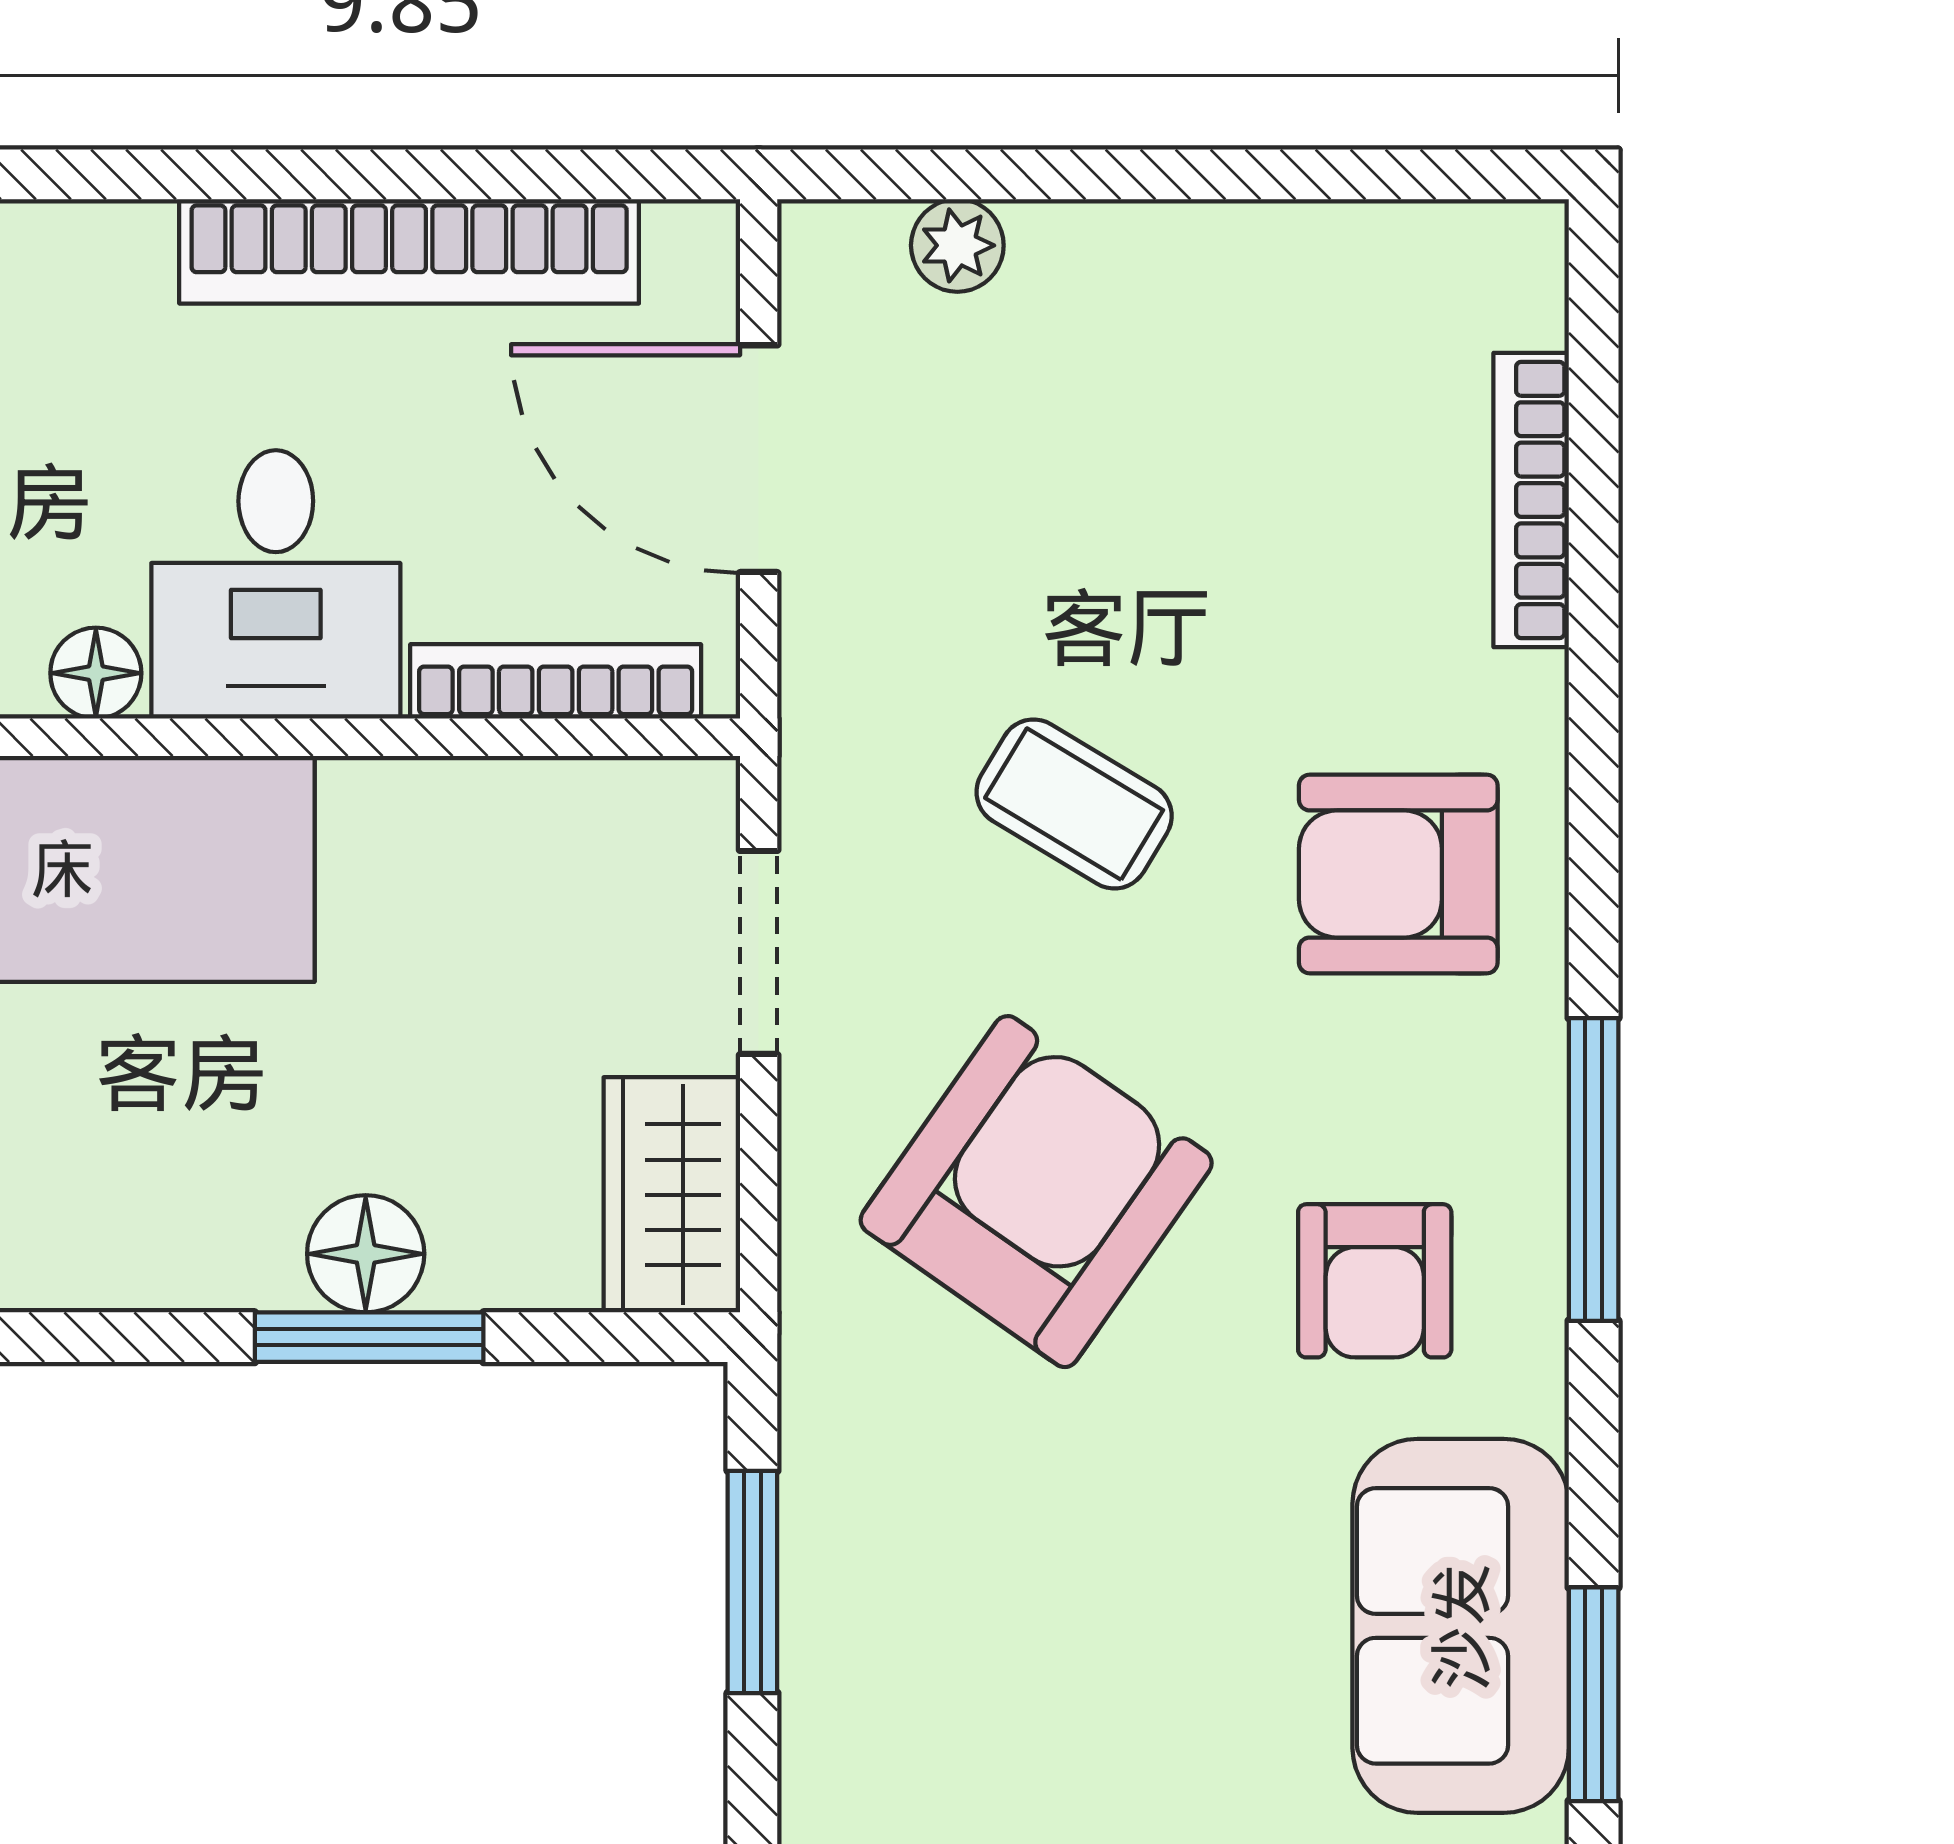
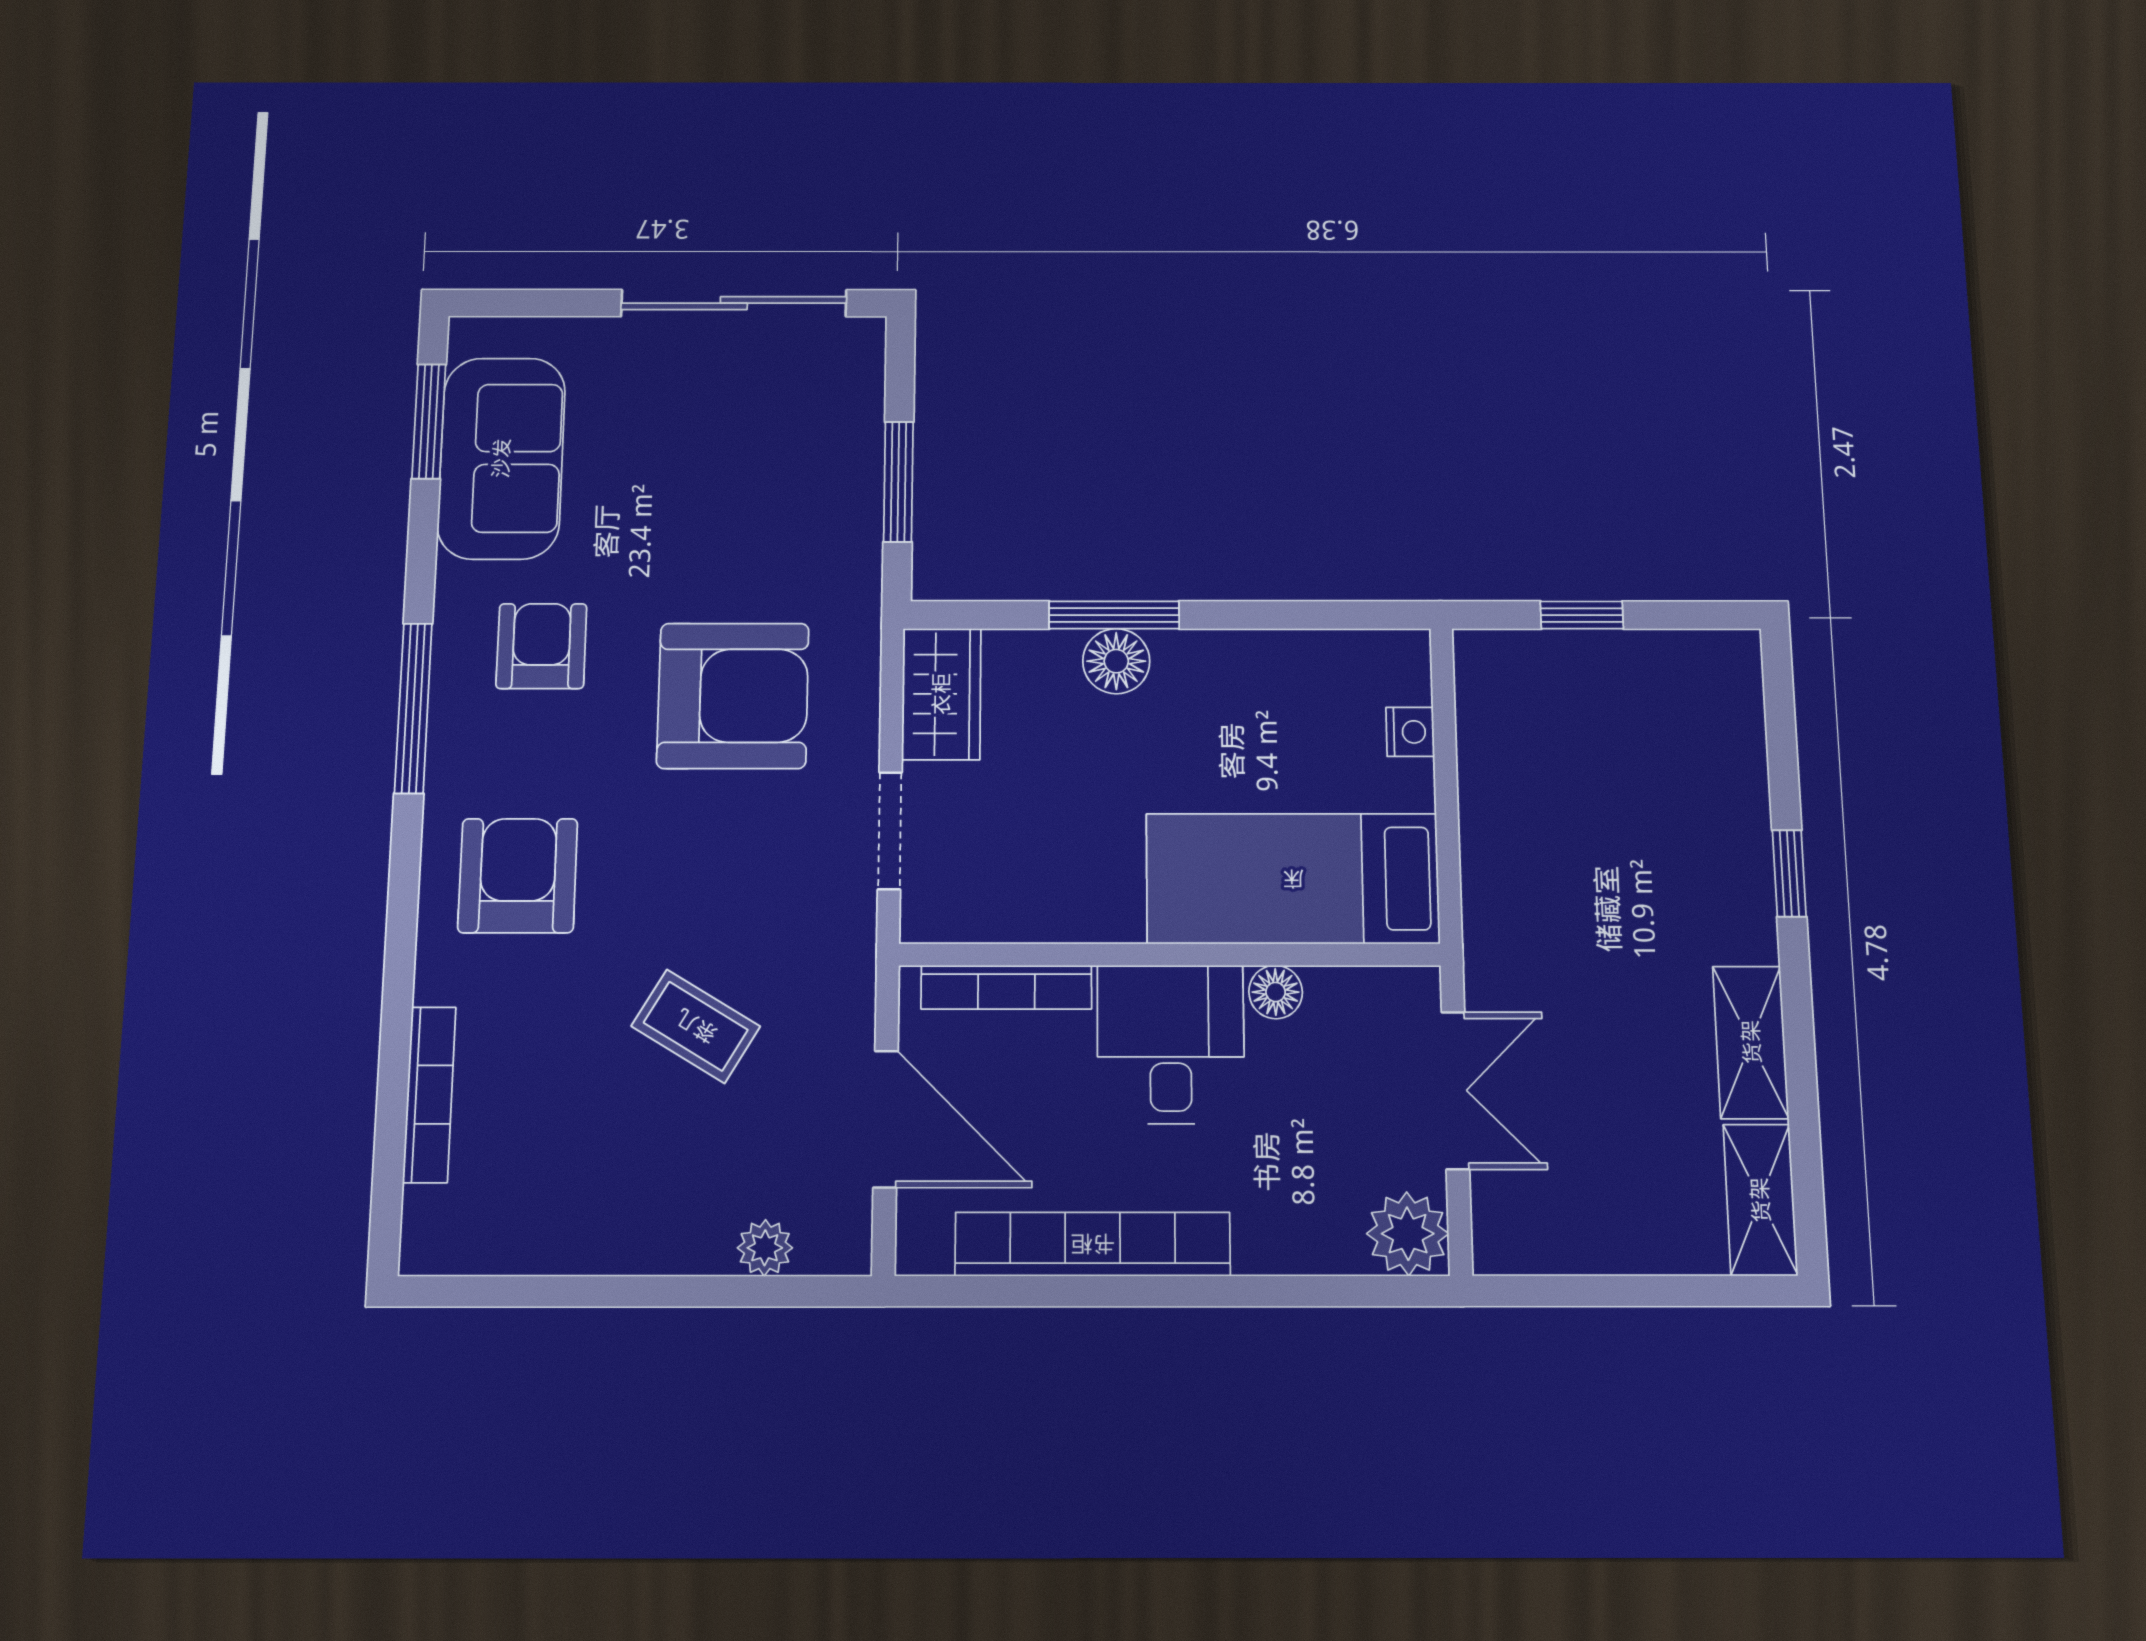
coffee table: (1074, 804) -> (696, 1026), moved
armchair: (1398, 874) -> (518, 876), turned -90
armchair: (1036, 1192) -> (733, 696), turned -125

